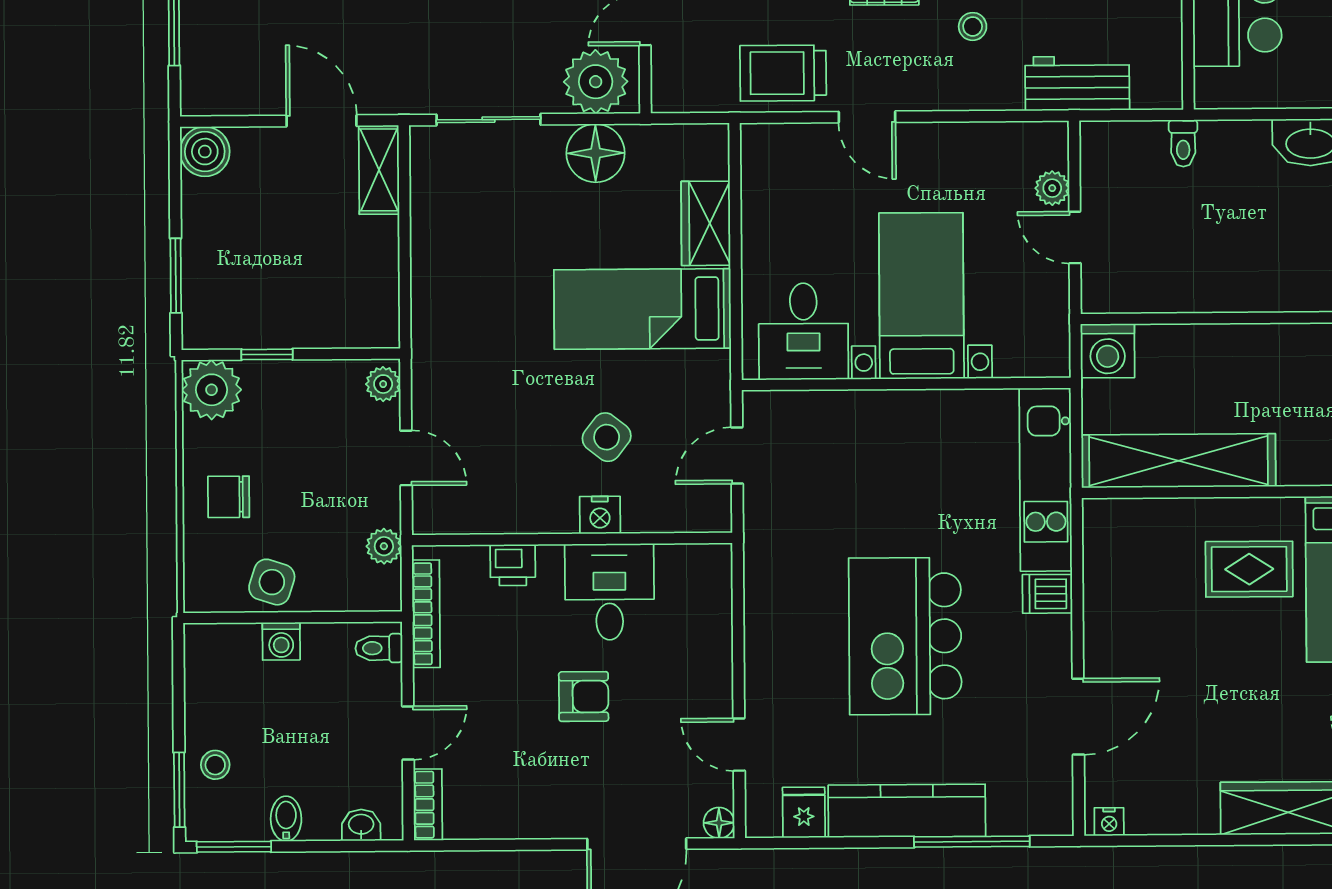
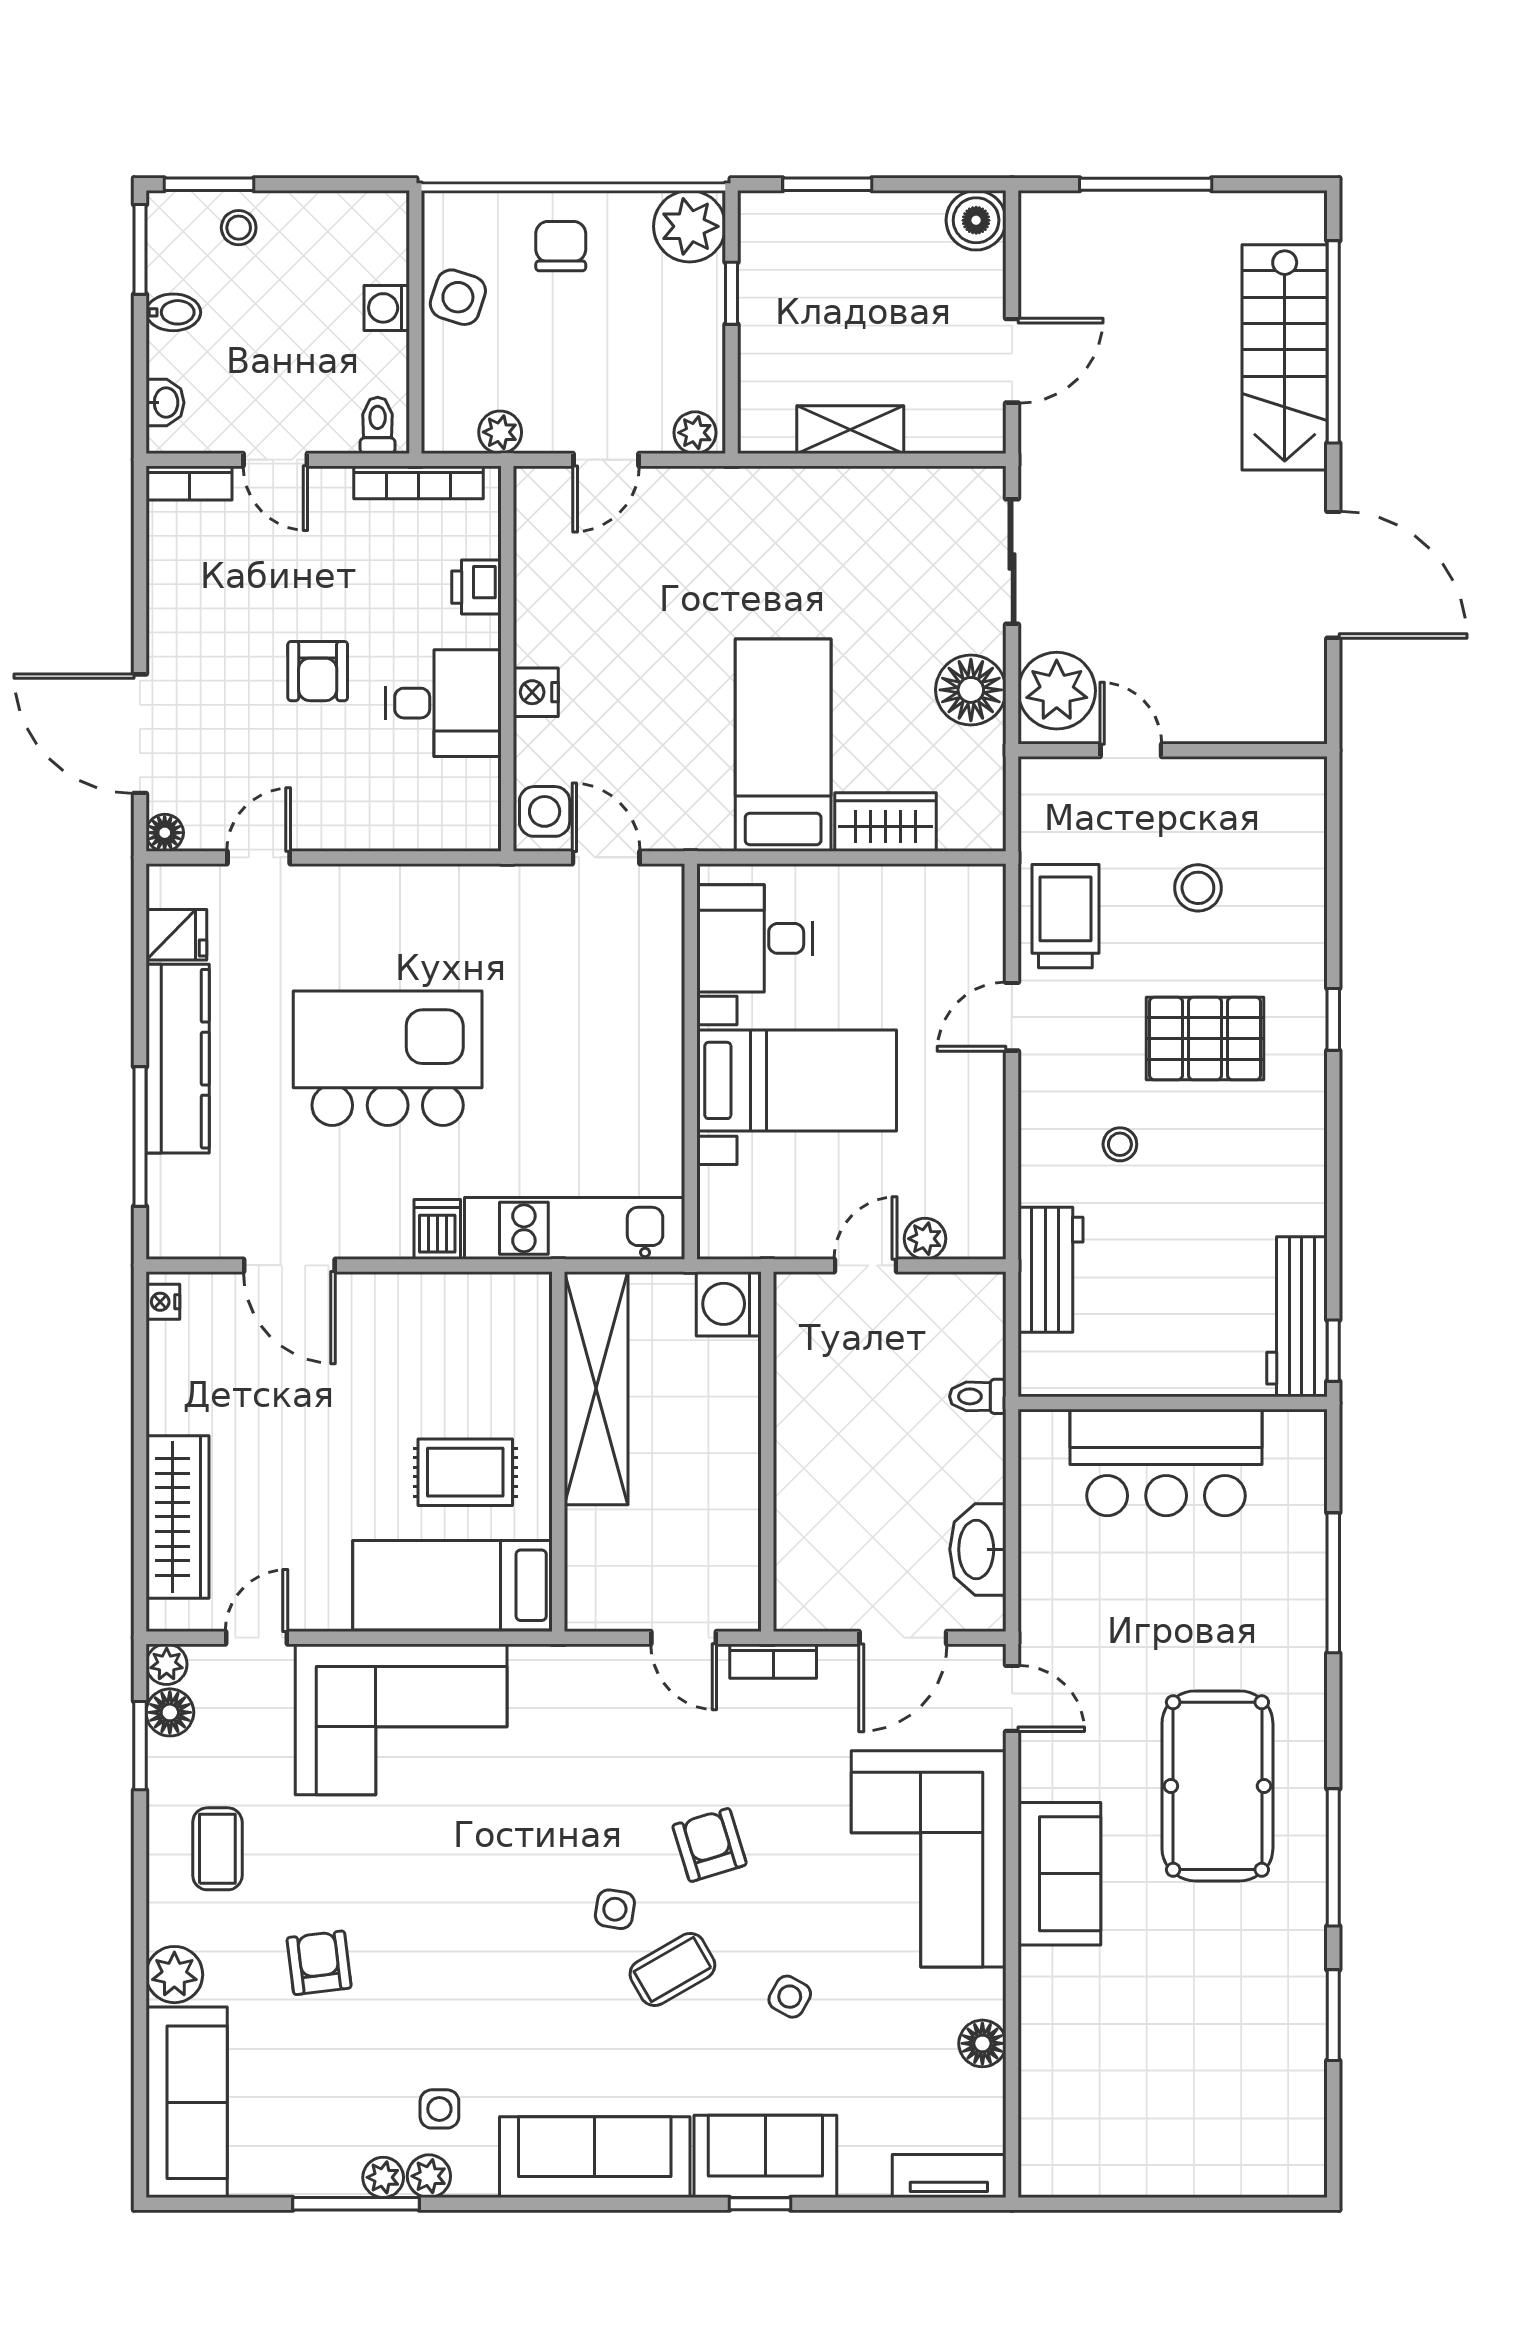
shelving: (379, 170) -> (850, 430), moved
side table: (607, 437) -> (545, 811), moved, turned -38
rug: (1249, 569) -> (465, 1472), turned 90

